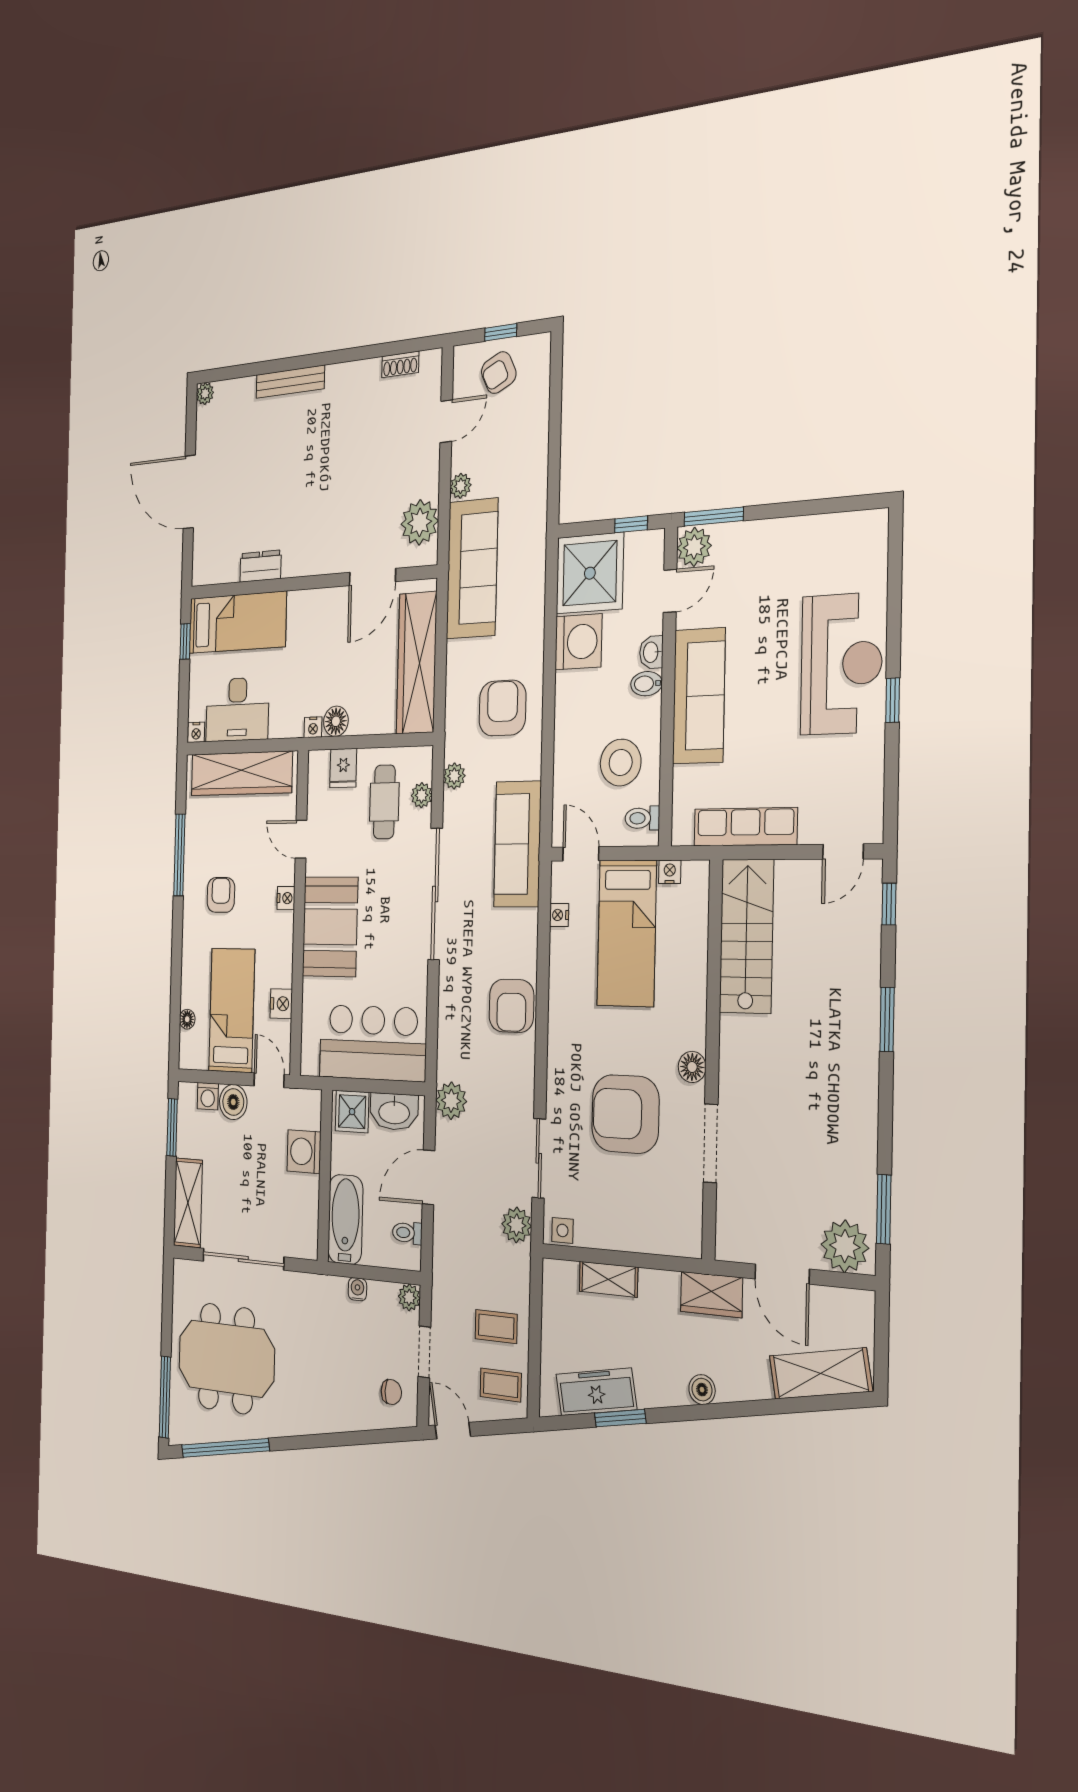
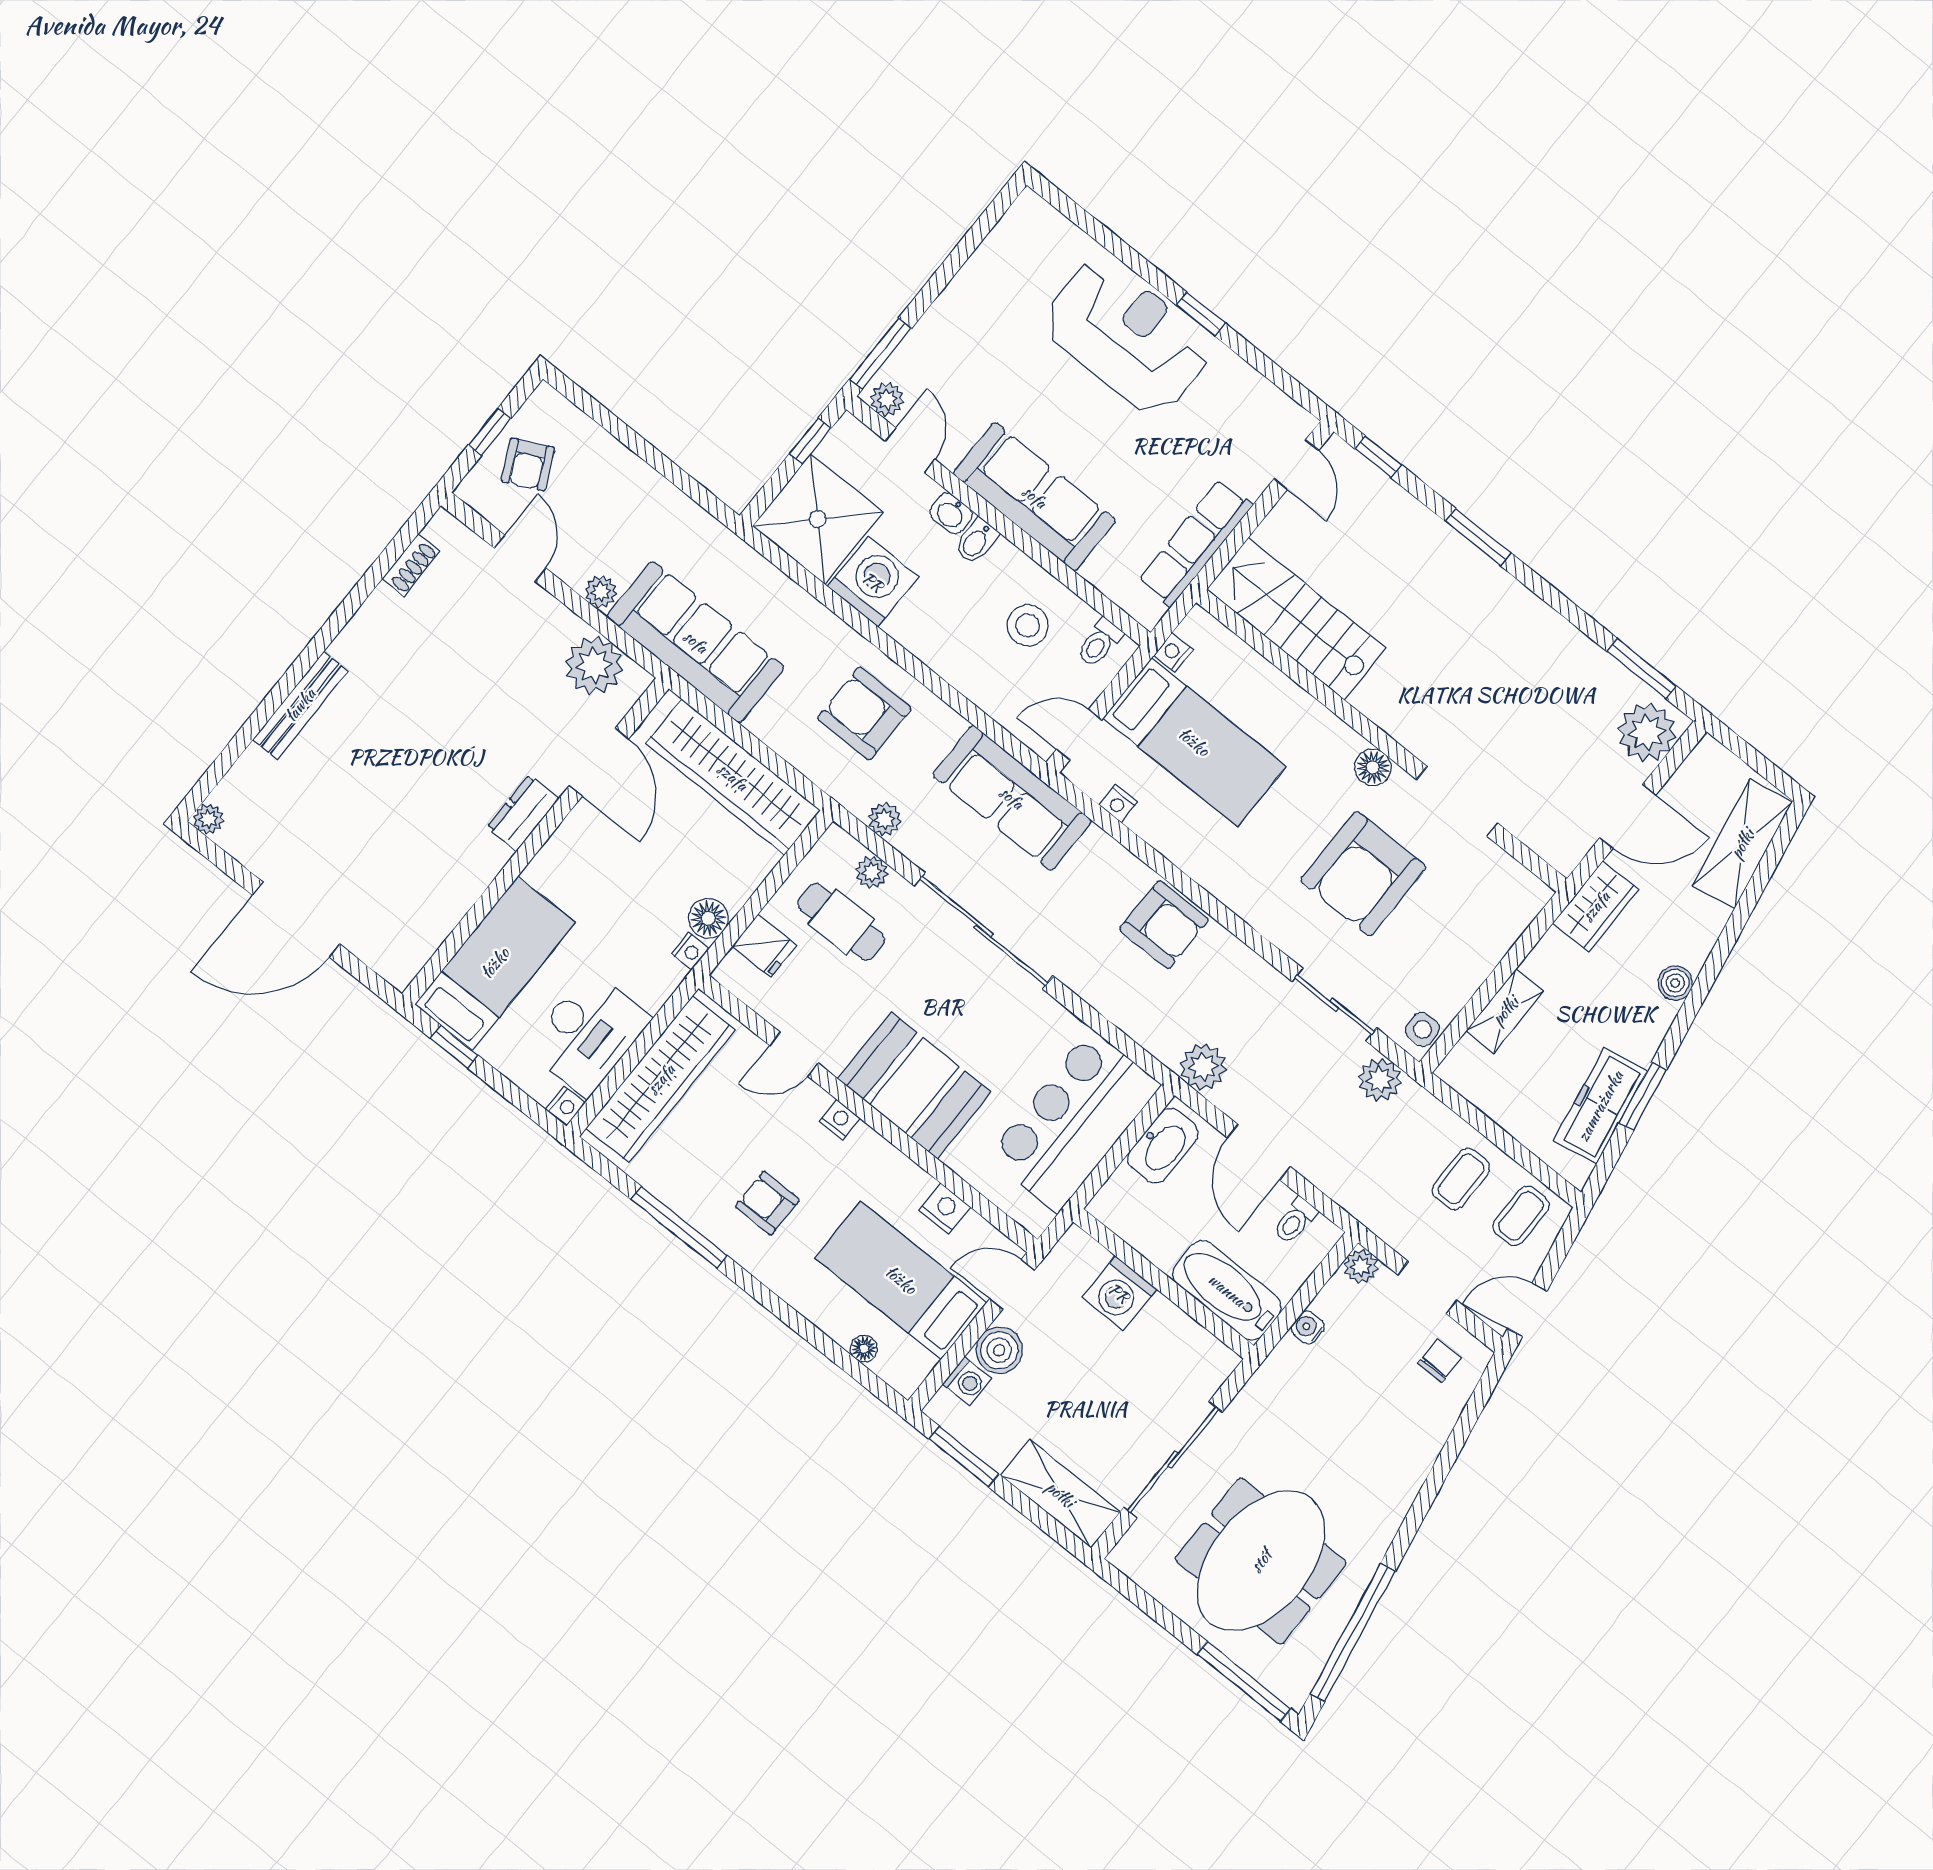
plant: (694, 547) -> (887, 399), width x0.73, depth x0.73
dresser: (261, 566) -> (523, 813), moved
stool: (621, 763) -> (1028, 625), width x0.73, depth x0.73
shower: (352, 1112) -> (1124, 1199), removed

